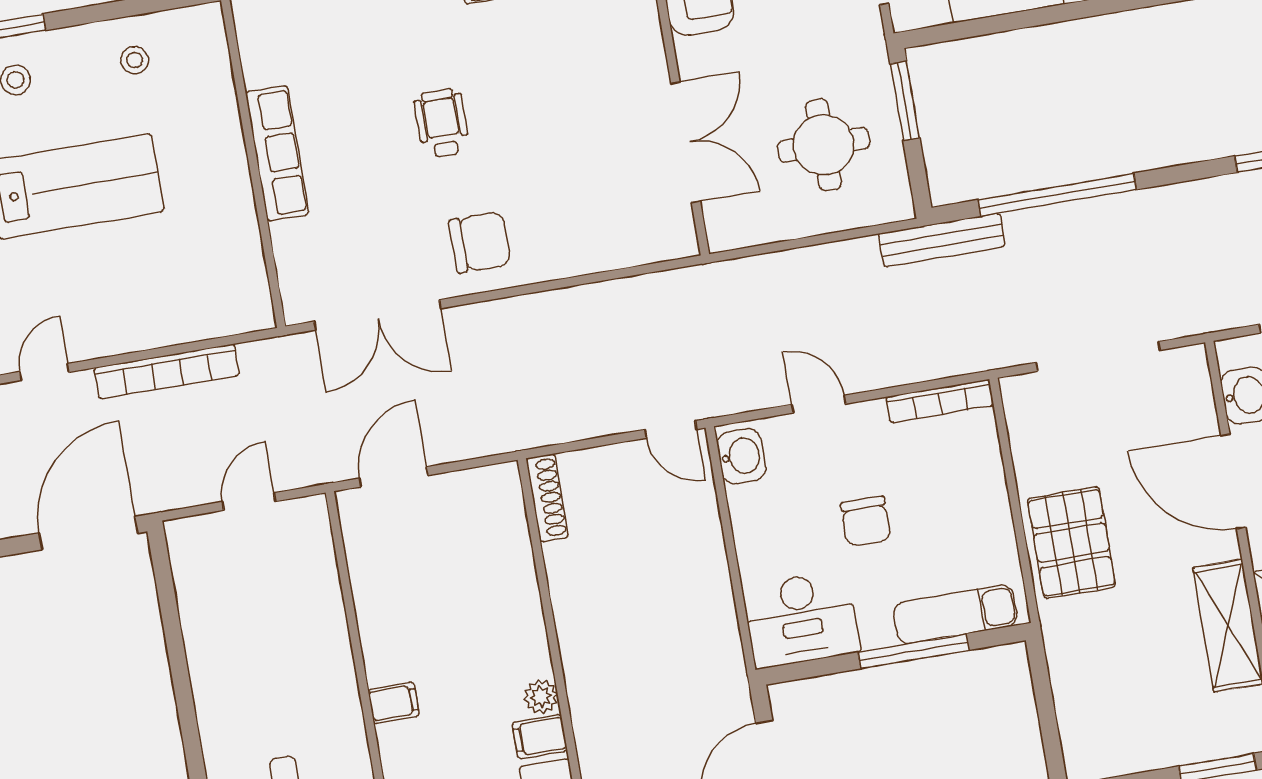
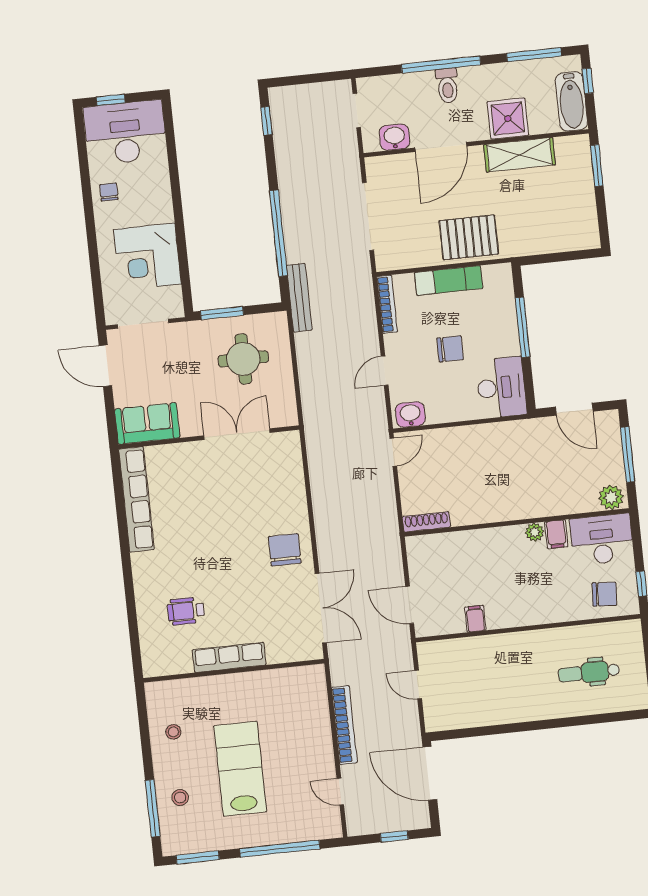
wheelchair: (442, 123) -> (186, 611), moved
exam couch: (955, 614) -> (449, 280), moved, turned -90
filing cabinet: (394, 703) -> (475, 619), moved

